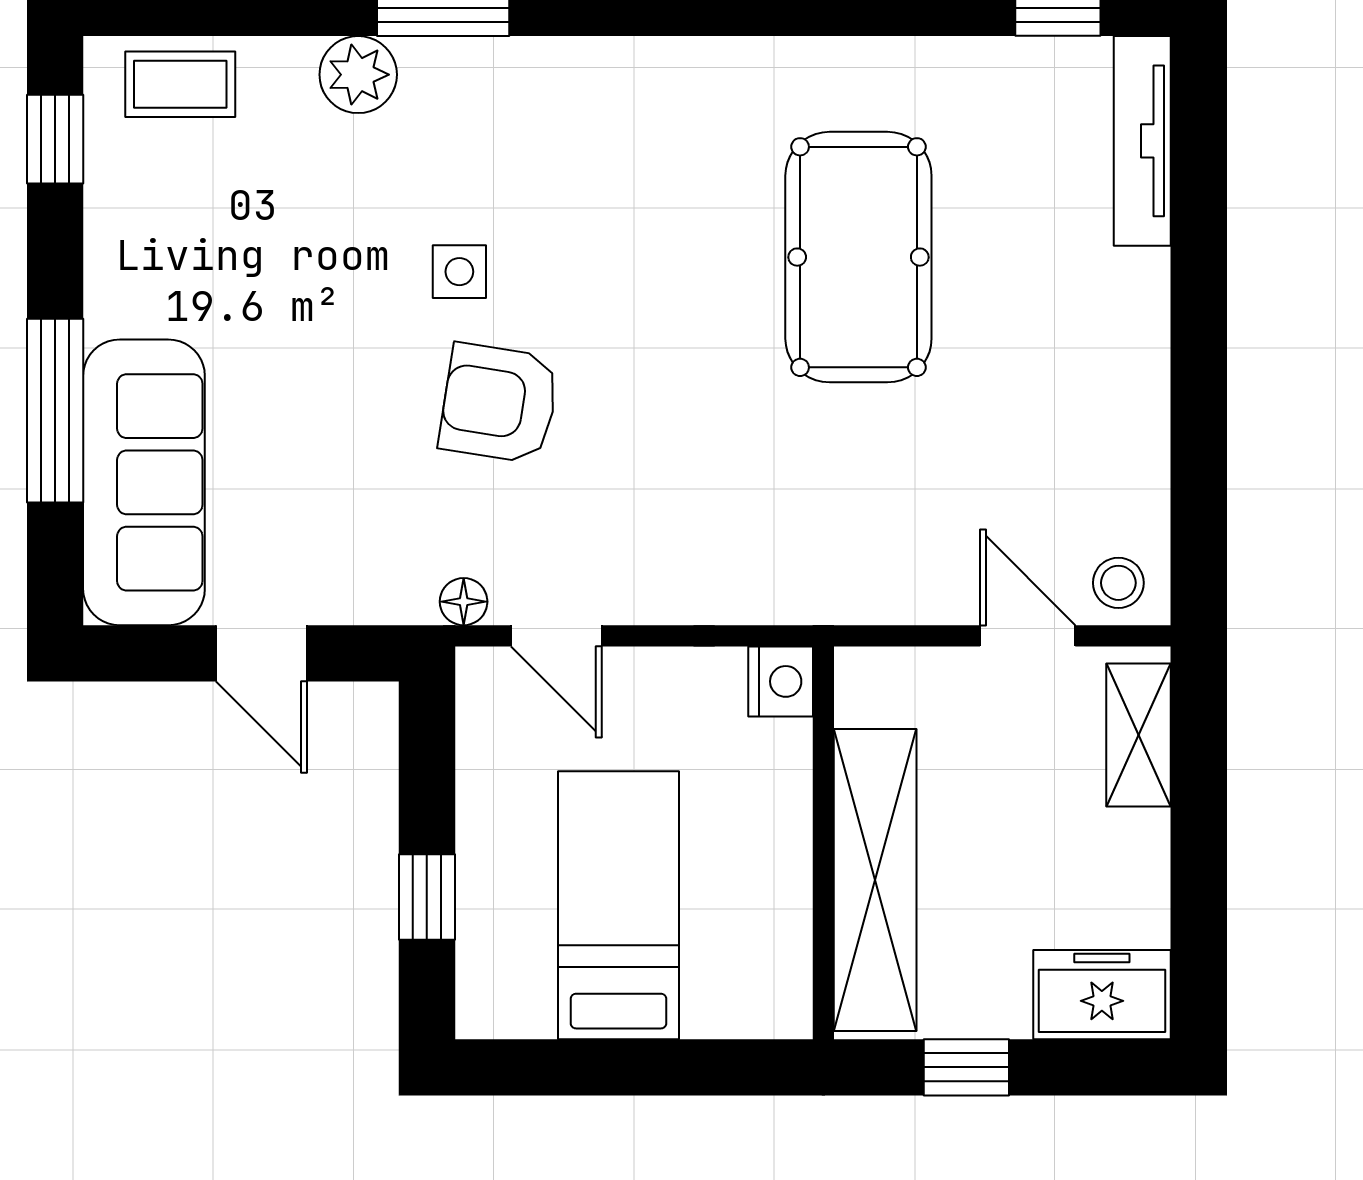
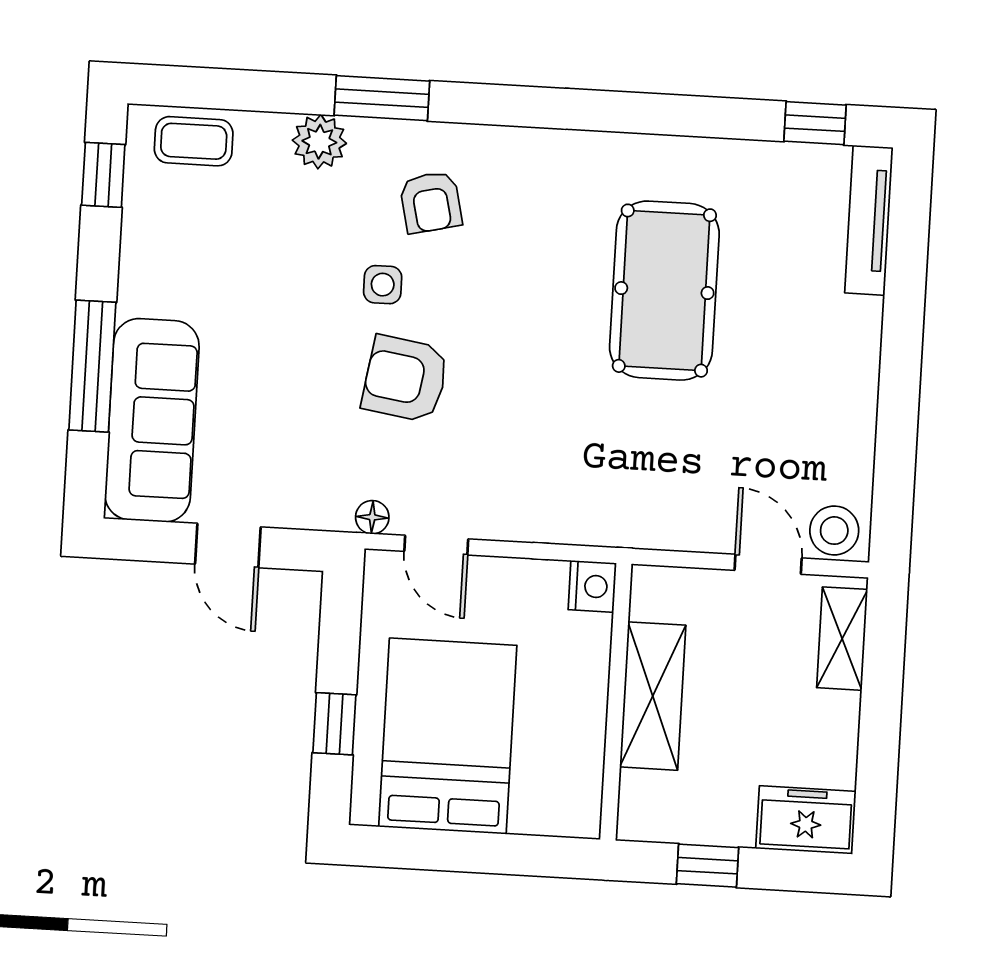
armchair: (521, 151) -> (431, 202), added
stool: (1118, 583) -> (834, 531), width x1.37, depth x1.37
shelving: (875, 880) -> (653, 696), width x0.68
bed: (618, 905) -> (448, 736), width x1.50

